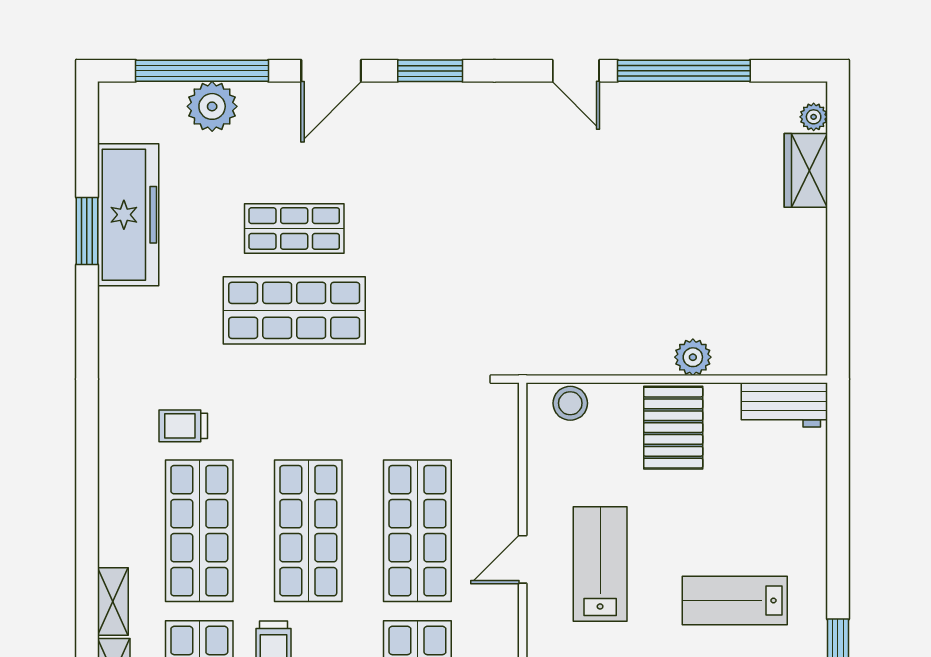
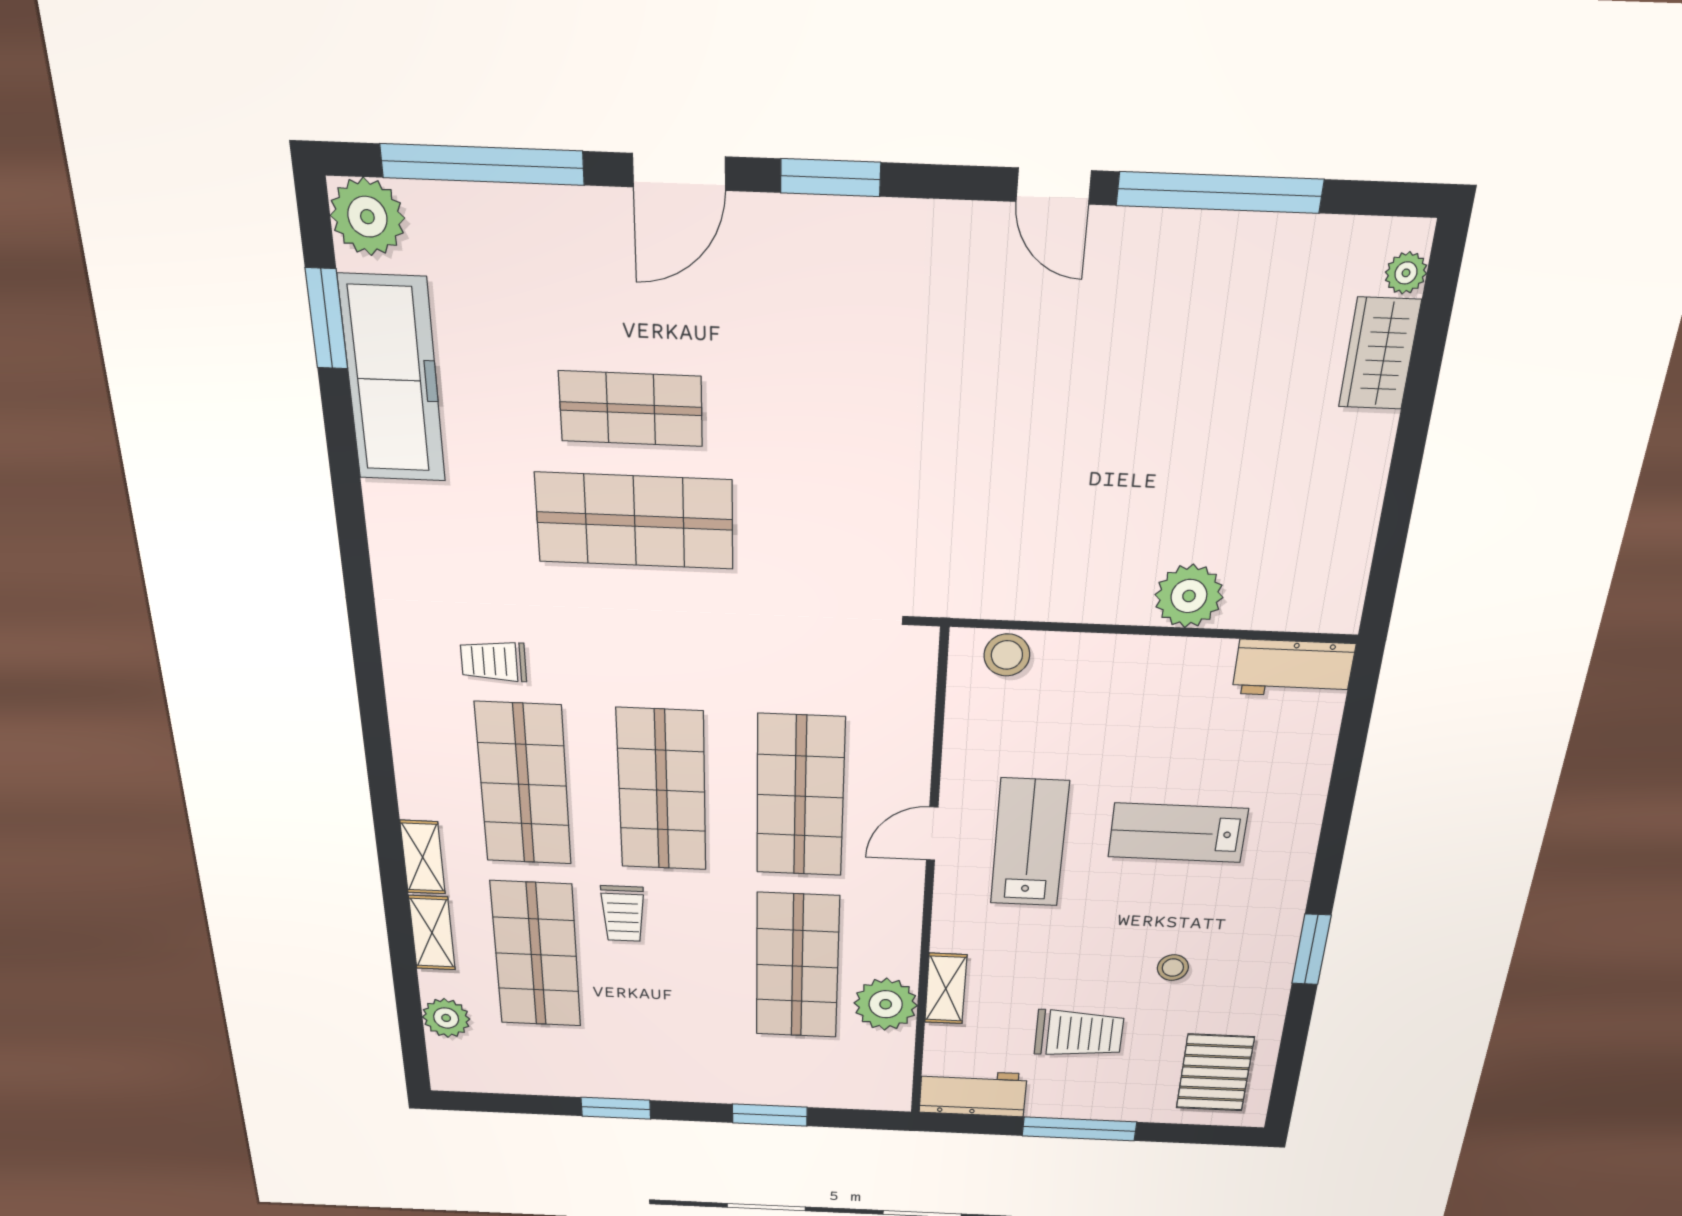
plant: (212, 106) -> (367, 217), moved
window: (87, 231) -> (327, 319), moved
plant: (693, 357) -> (1189, 596), width x1.36, depth x1.36
pallet: (673, 428) -> (1141, 690), removed
lab bench: (735, 601) -> (1178, 833), moved

